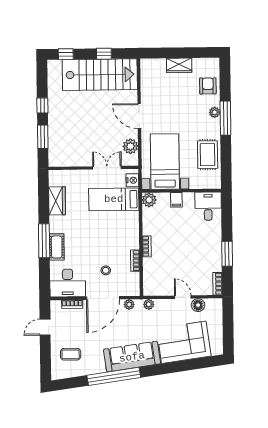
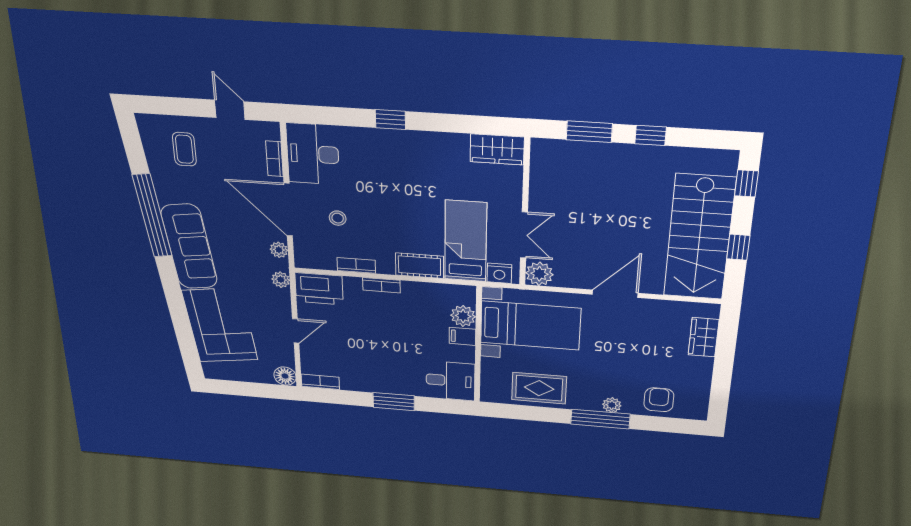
wardrobe: (179, 65) -> (704, 337), moved
armchair: (208, 86) -> (659, 400), turned -90
plant: (130, 146) -> (539, 274), moved
plant: (149, 200) -> (463, 316), moved
wardrobe: (57, 201) -> (497, 149), moved
window: (44, 241) -> (390, 120), width x0.46
cot: (57, 247) -> (419, 266), moved
window: (227, 254) -> (394, 402), moved
printer: (153, 282) -> (319, 289), added
floor lamp: (198, 305) -> (285, 376), moved

